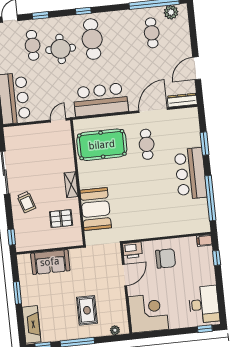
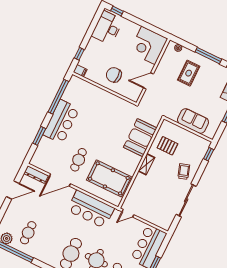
printer: (132, 250) -> (133, 94), removed

